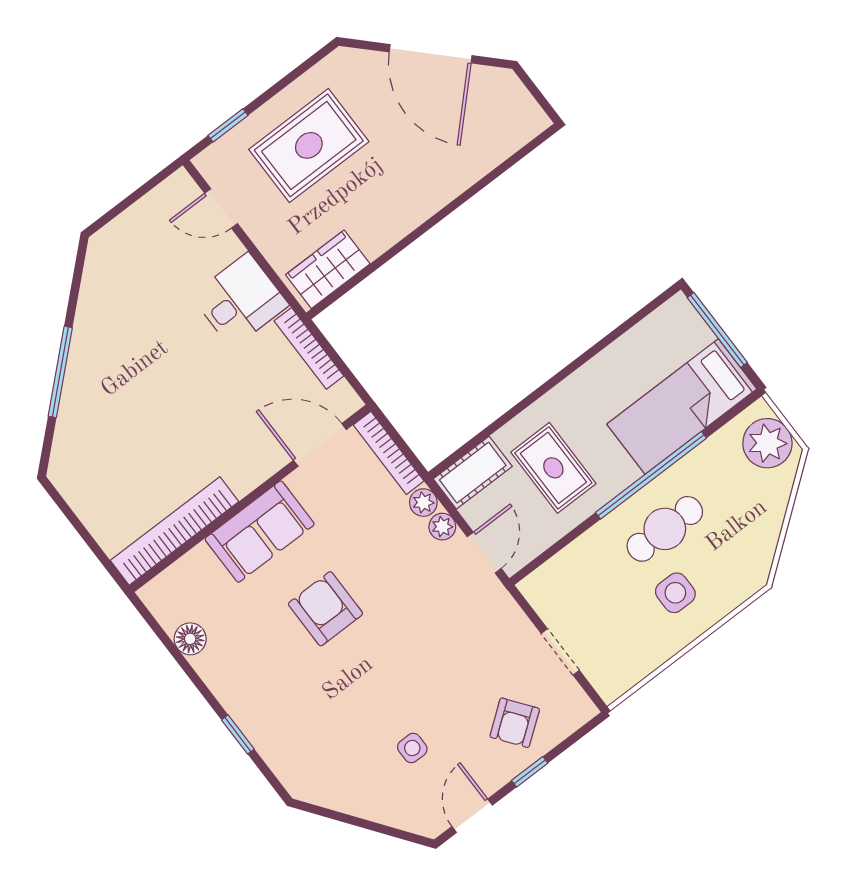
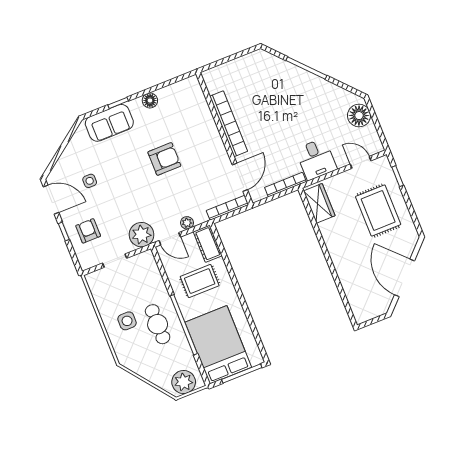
door: (431, 54) -> (404, 278), hinge flipped
door: (221, 208) -> (361, 162), hinge flipped
floor lamp: (127, 238) -> (359, 116), added
bed: (682, 407) -> (218, 345), width x1.50
plant: (423, 503) -> (141, 235), moved, width x1.87, depth x1.87
bookcase: (175, 531) -> (229, 124), moved
sofa: (260, 532) -> (109, 123), moved, turned -90
floor lamp: (190, 639) -> (150, 100), moved
armchair: (515, 723) -> (88, 231), turned 37
door: (472, 816) -> (51, 200), width x1.38

